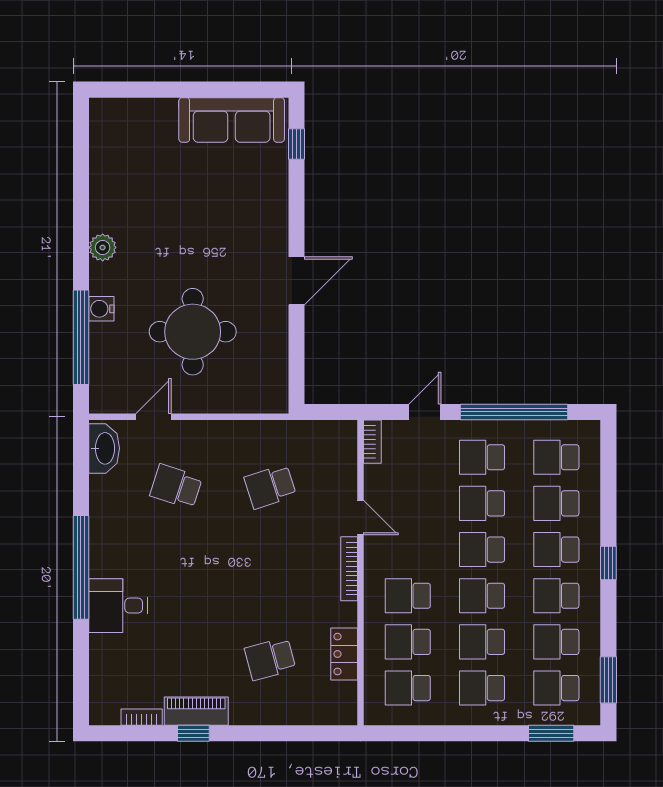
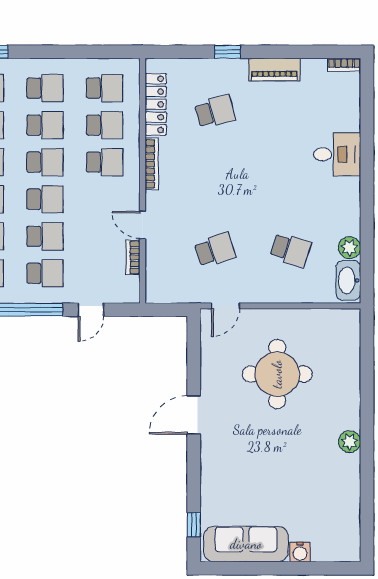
water cooler: (101, 309) -> (300, 552), moved, turned 90
window: (81, 337) -> (367, 370), removed
door: (153, 417) -> (226, 306), moved
bookcase: (372, 442) -> (133, 257), moved
plant: (103, 489) -> (349, 248), added
window: (81, 567) -> (367, 185), removed
bookcase: (349, 569) -> (152, 164), moved
locker: (344, 654) -> (156, 104), width x1.53
bookcase: (142, 717) -> (344, 65), moved
window: (193, 733) -> (228, 52), moved

